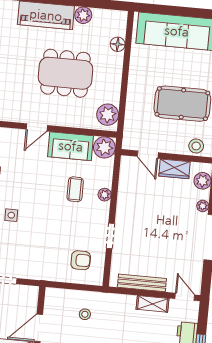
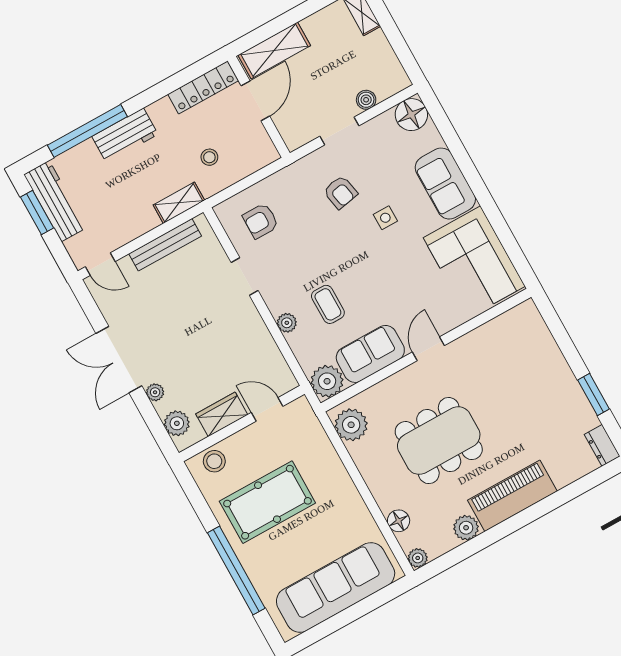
plant: (121, 17) -> (418, 558), added
armchair: (26, 246) -> (340, 192), added
shelving: (152, 304) -> (179, 203), moved

